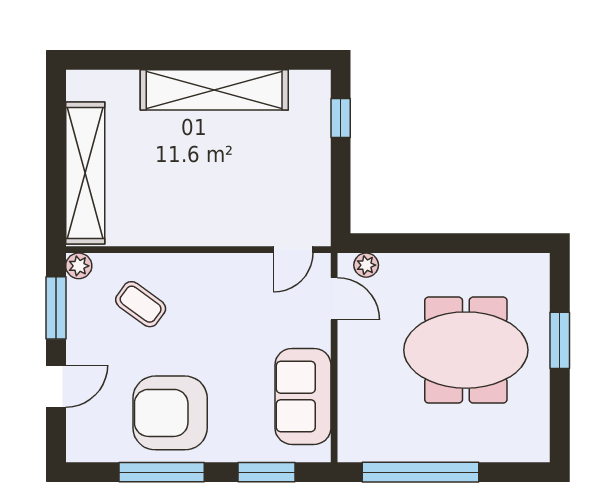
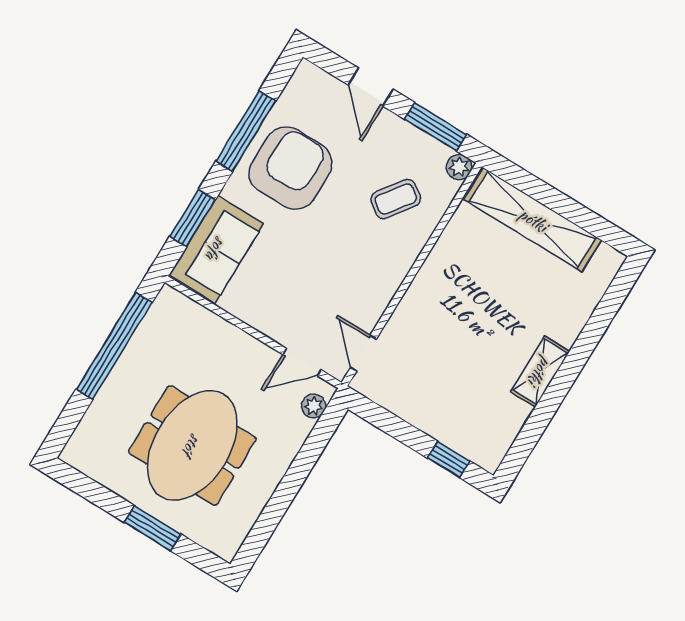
shelving: (214, 90) -> (540, 371), width x0.45, depth x0.75
sofa: (303, 396) -> (216, 249), moved, turned 90

